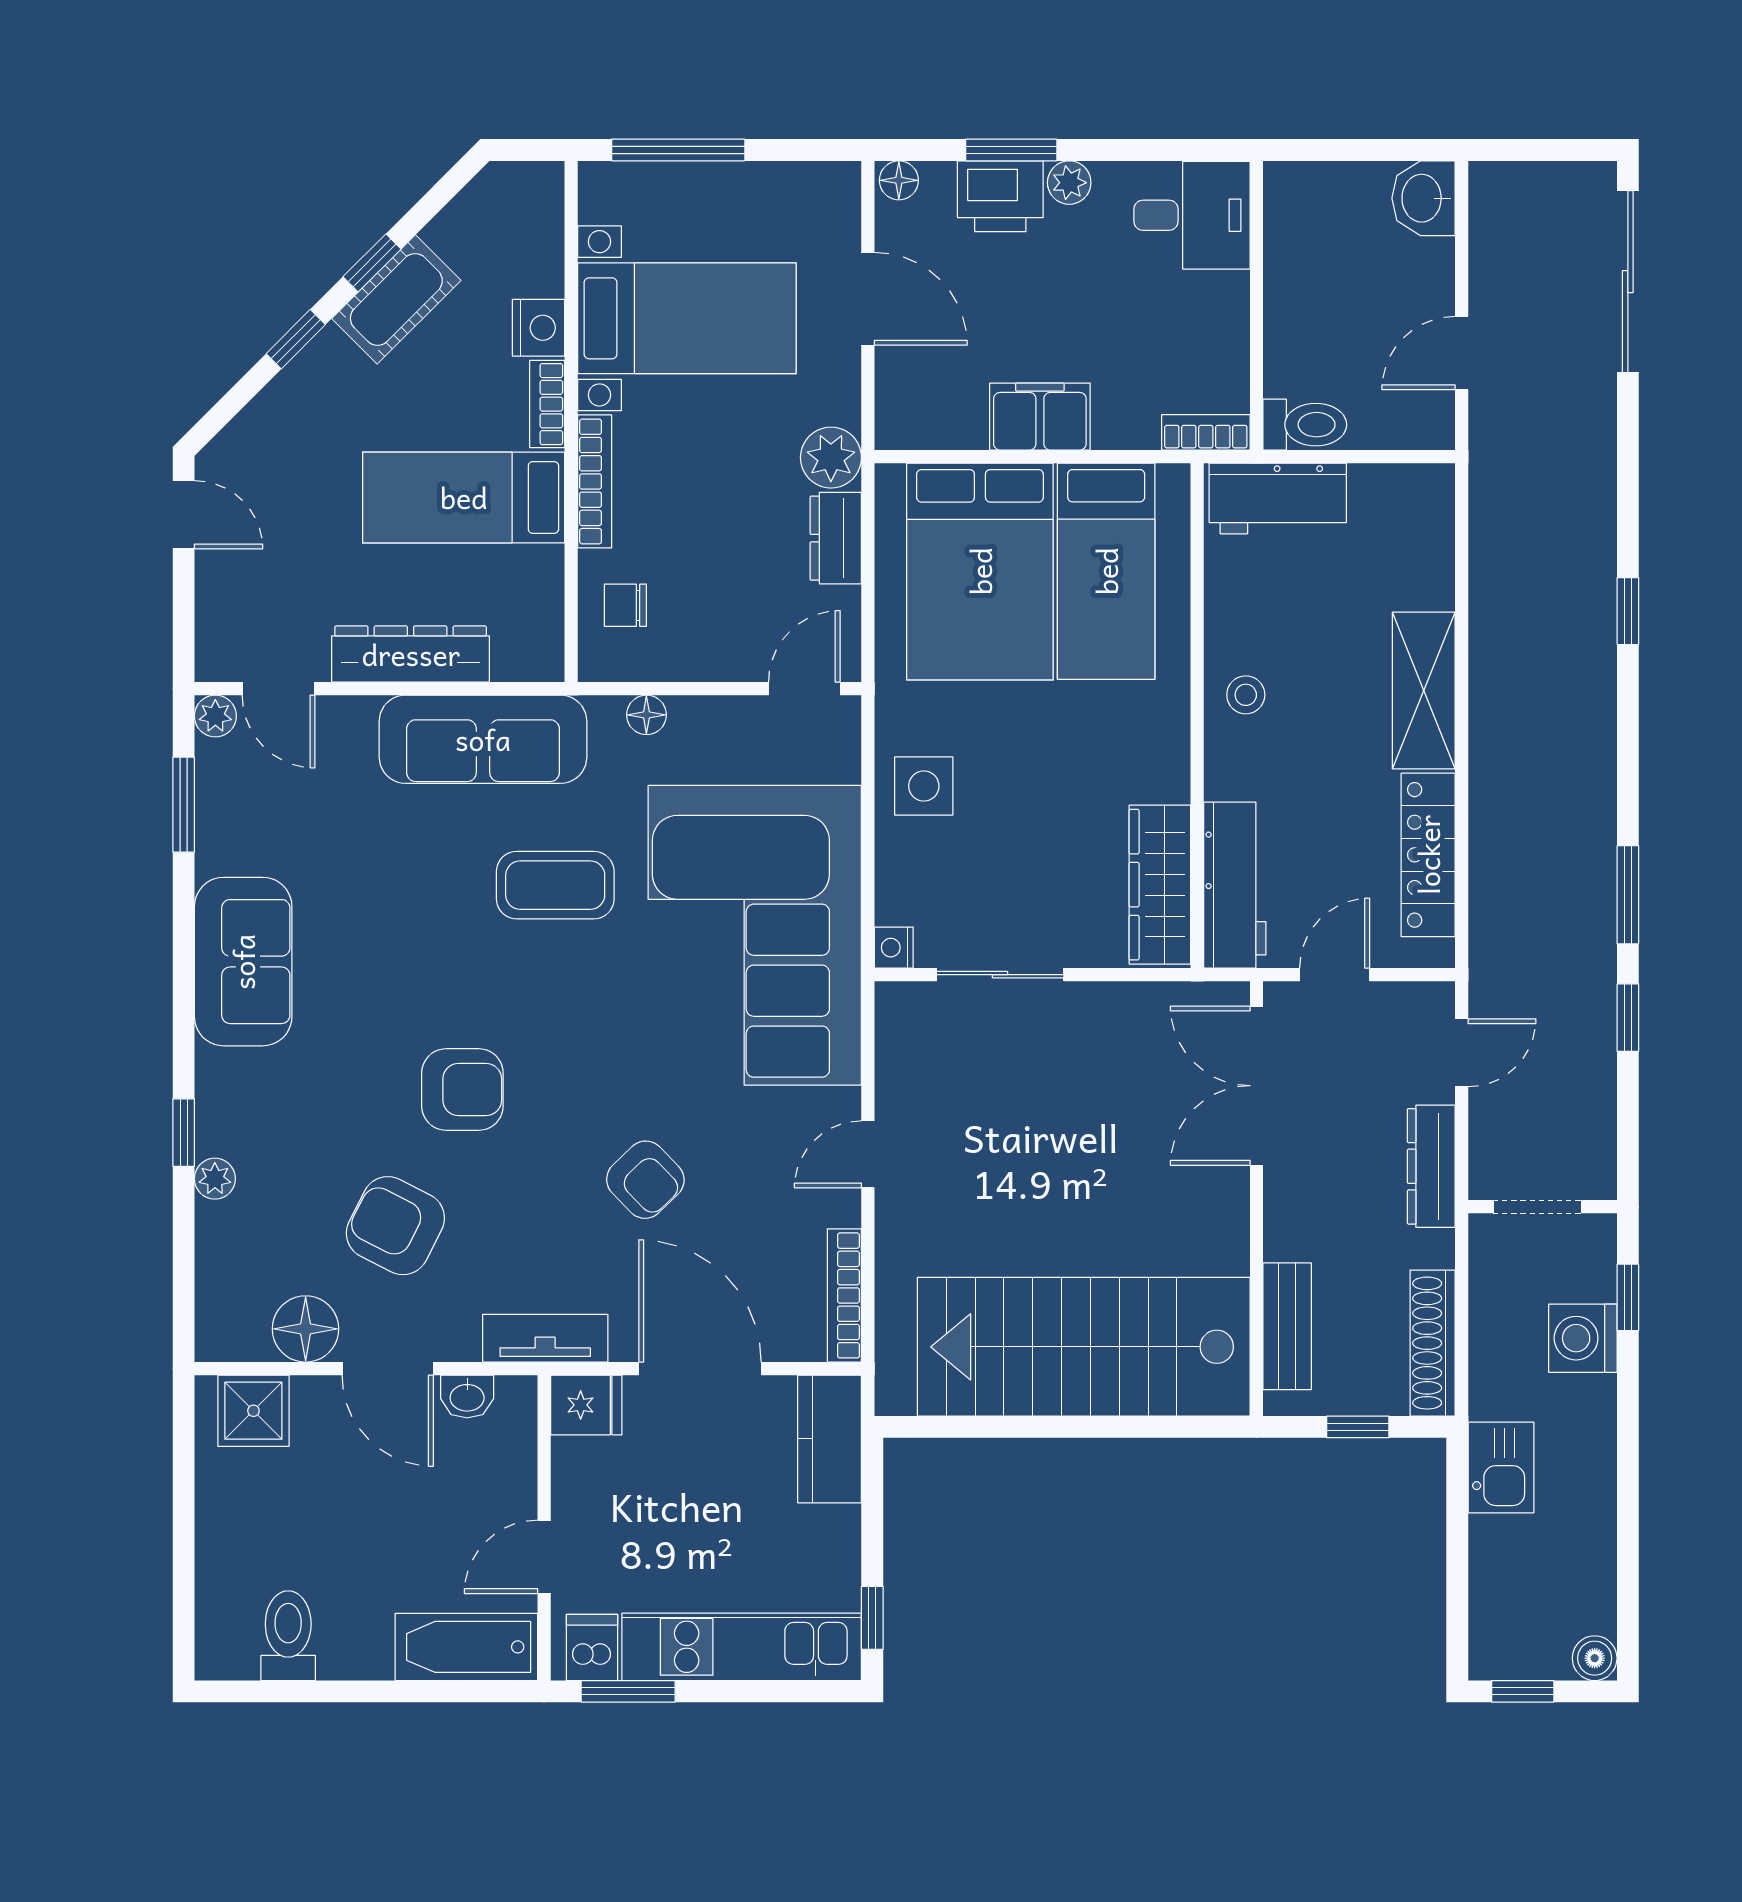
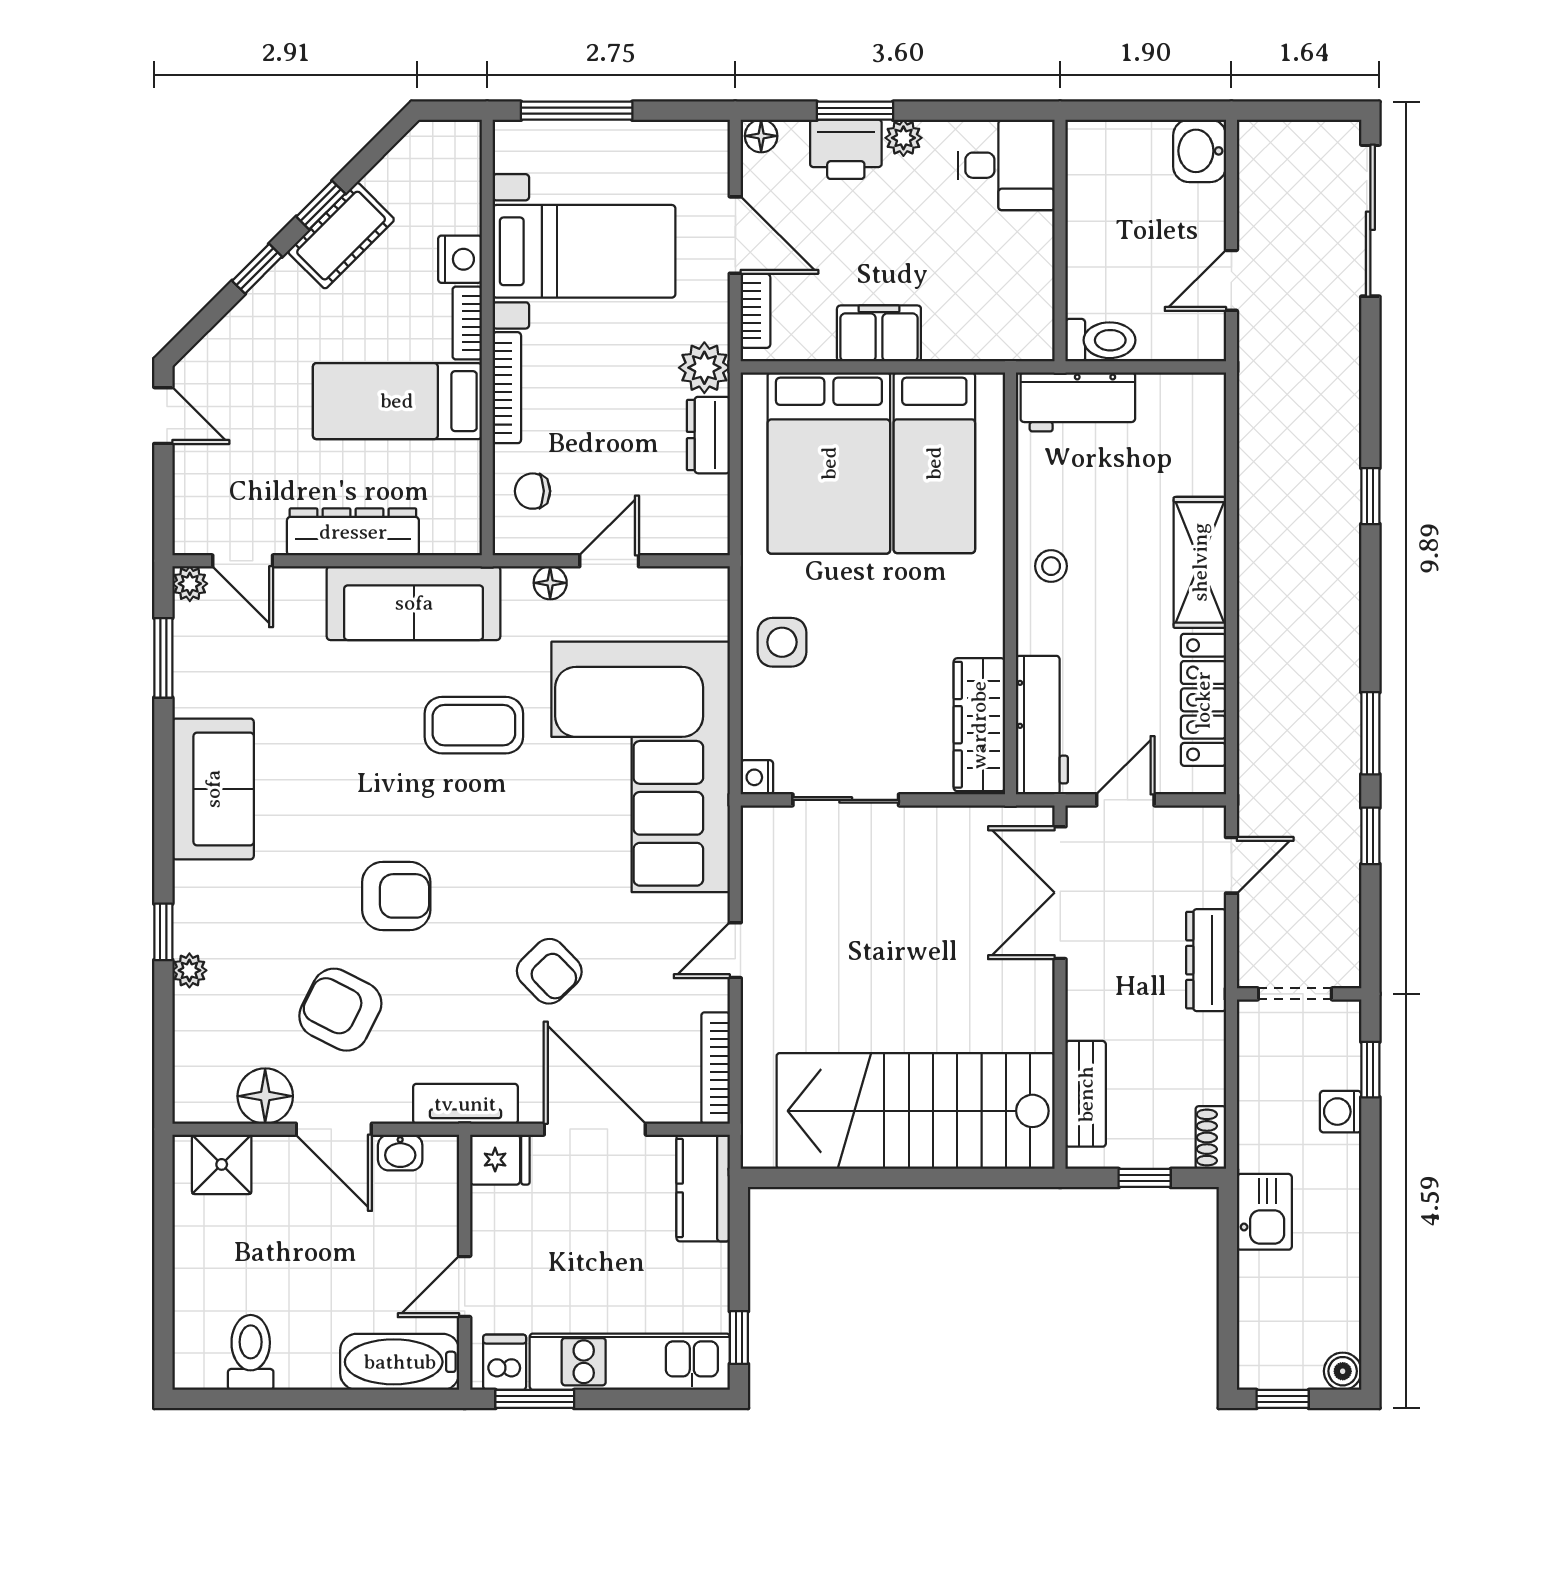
bookcase: (1206, 432) -> (755, 311), moved, turned 90
door: (804, 689) -> (609, 561), moved
washing machine: (1583, 1338) -> (1341, 1112), width x0.73, depth x0.73
shoe rack: (1433, 1343) -> (1211, 1137), width x0.51, depth x0.81

